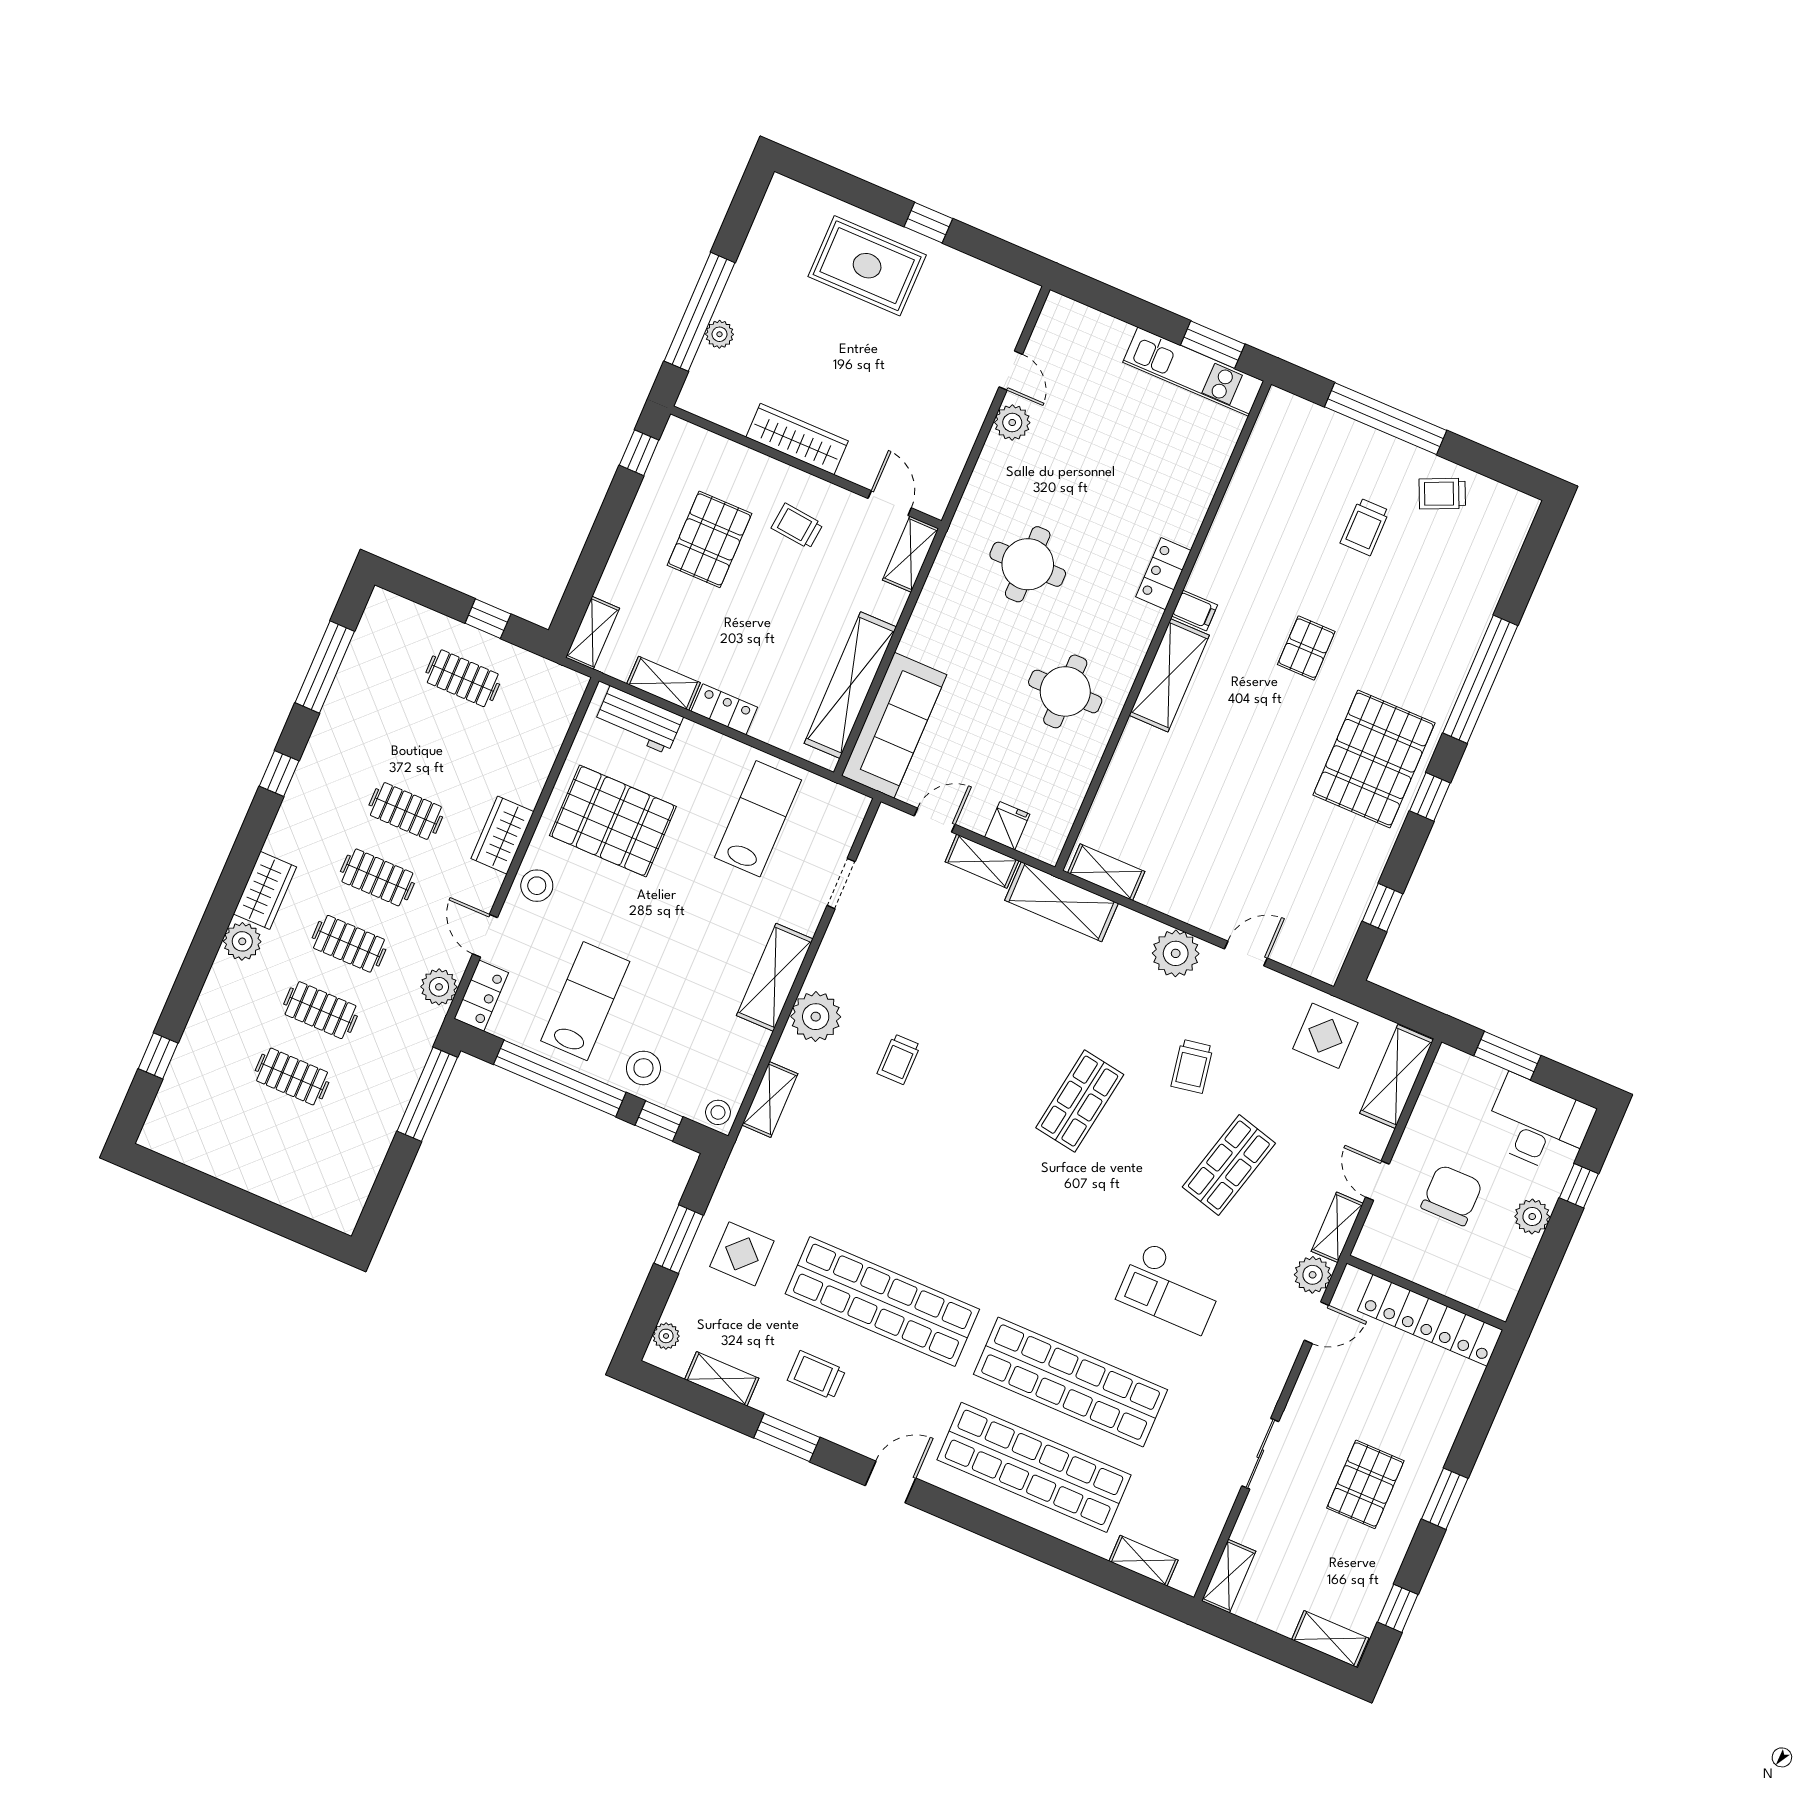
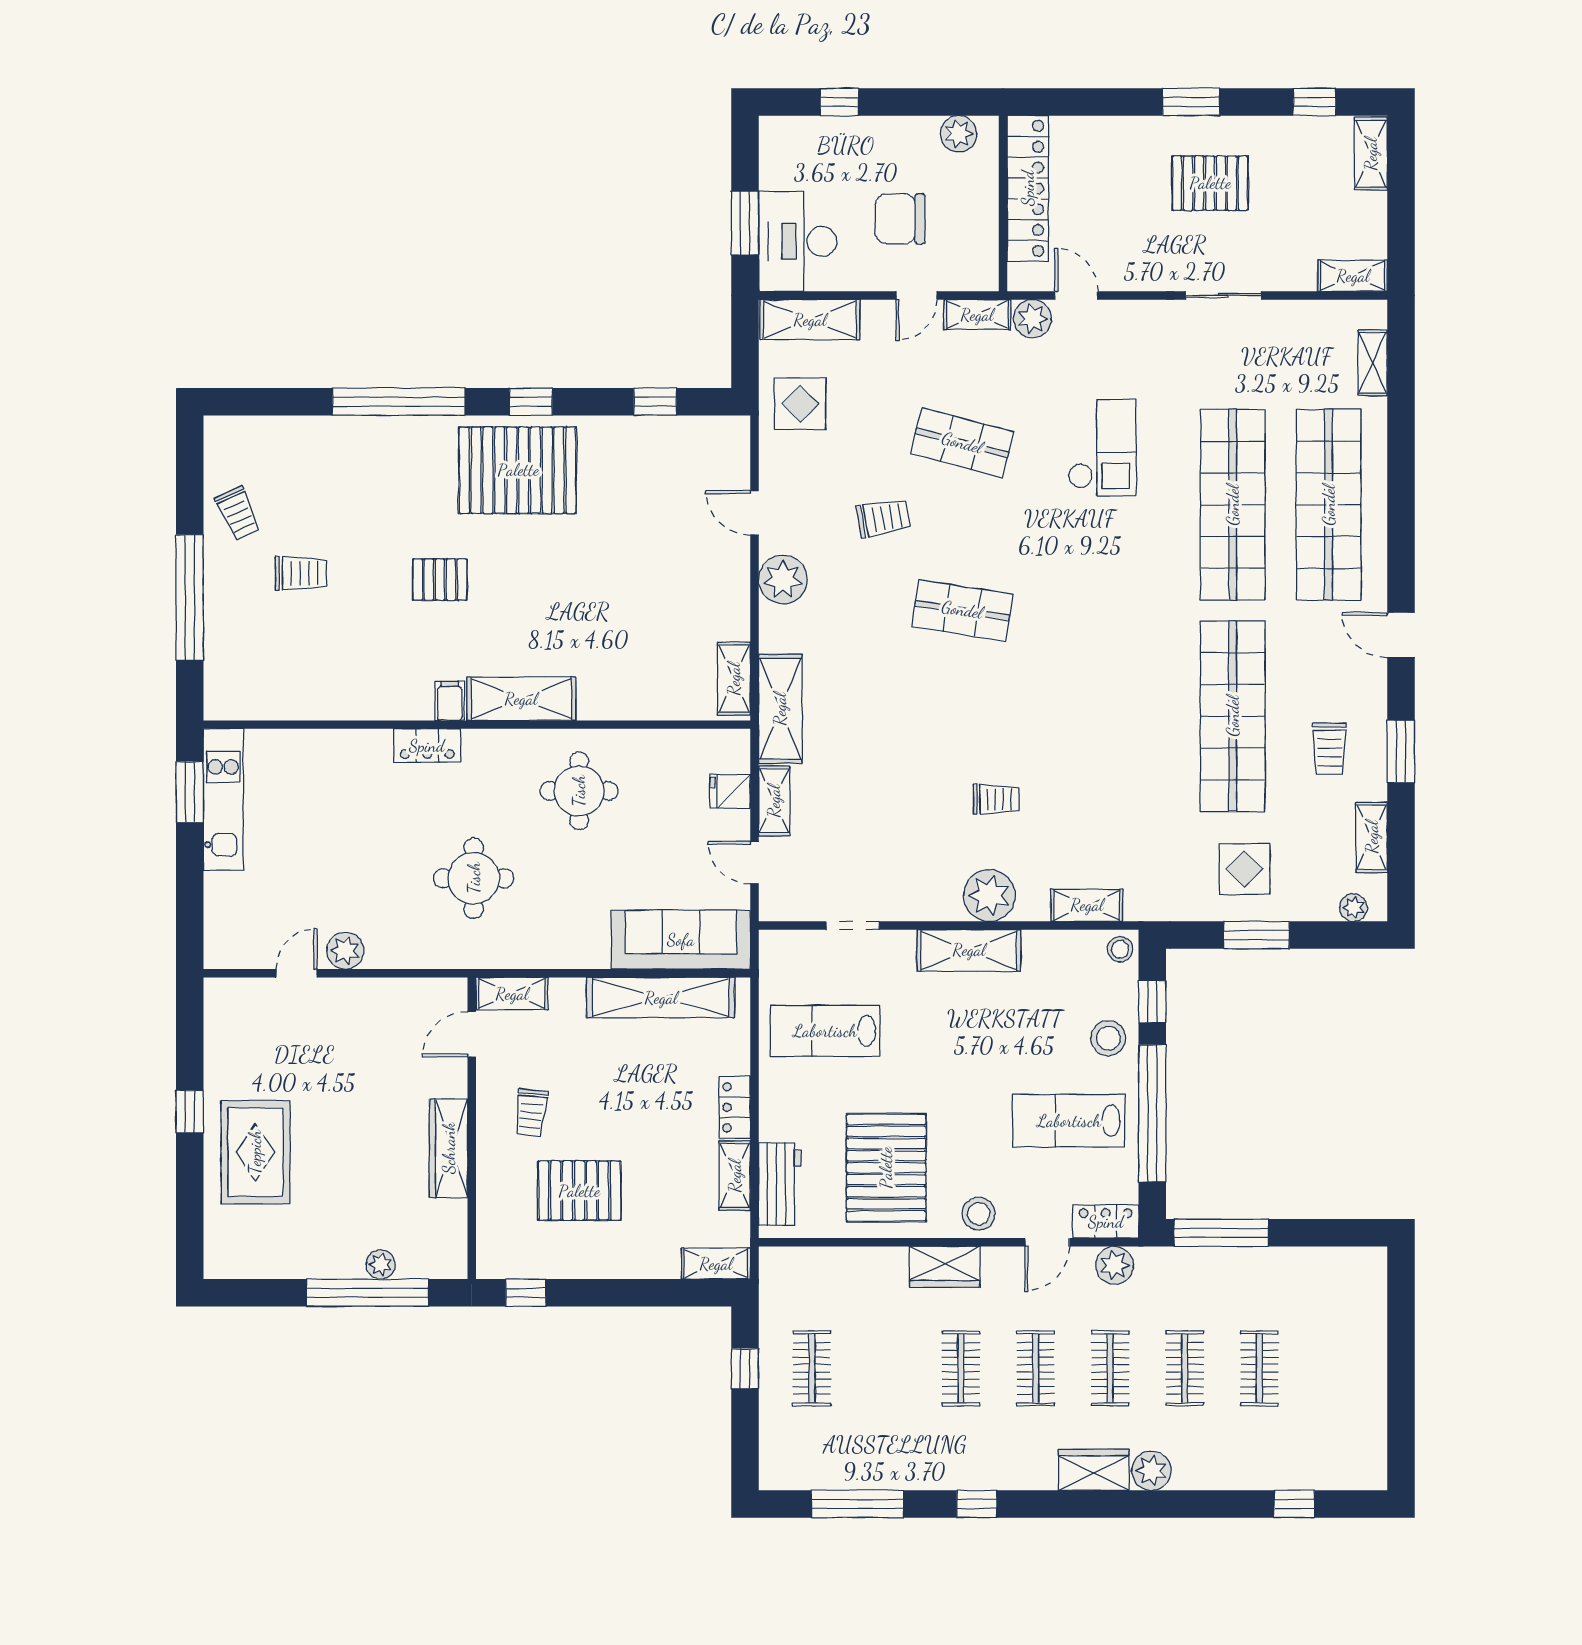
desk: (1538, 1124) -> (798, 242), moved
plant: (1532, 1217) -> (959, 134), moved

